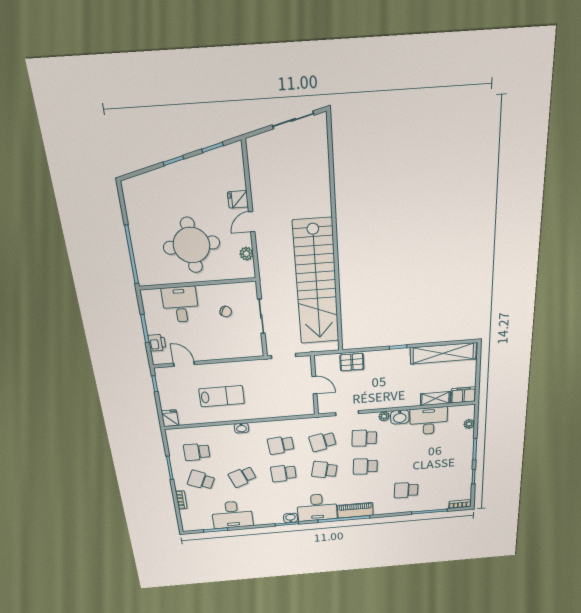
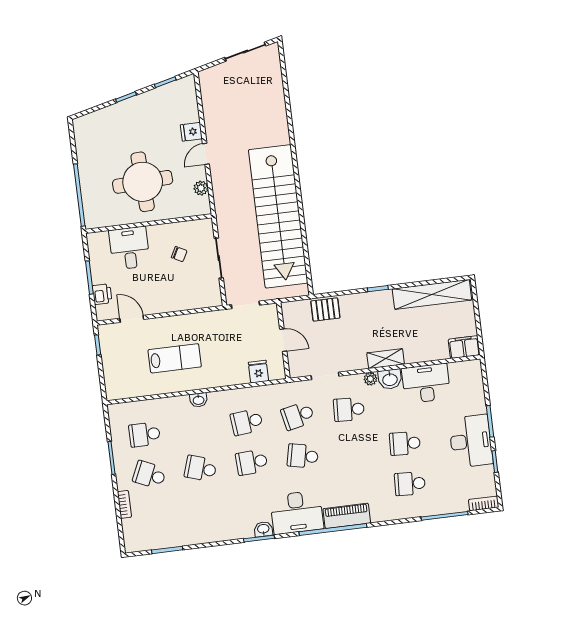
shelving: (435, 399) -> (386, 359), moved
fridge: (170, 418) -> (258, 372), moved
plant: (469, 424) -> (477, 386), removed
school desk: (365, 466) -> (405, 443), moved
school desk: (242, 477) -> (201, 468), turned 39
desk: (232, 515) -> (471, 441), moved, turned -90

